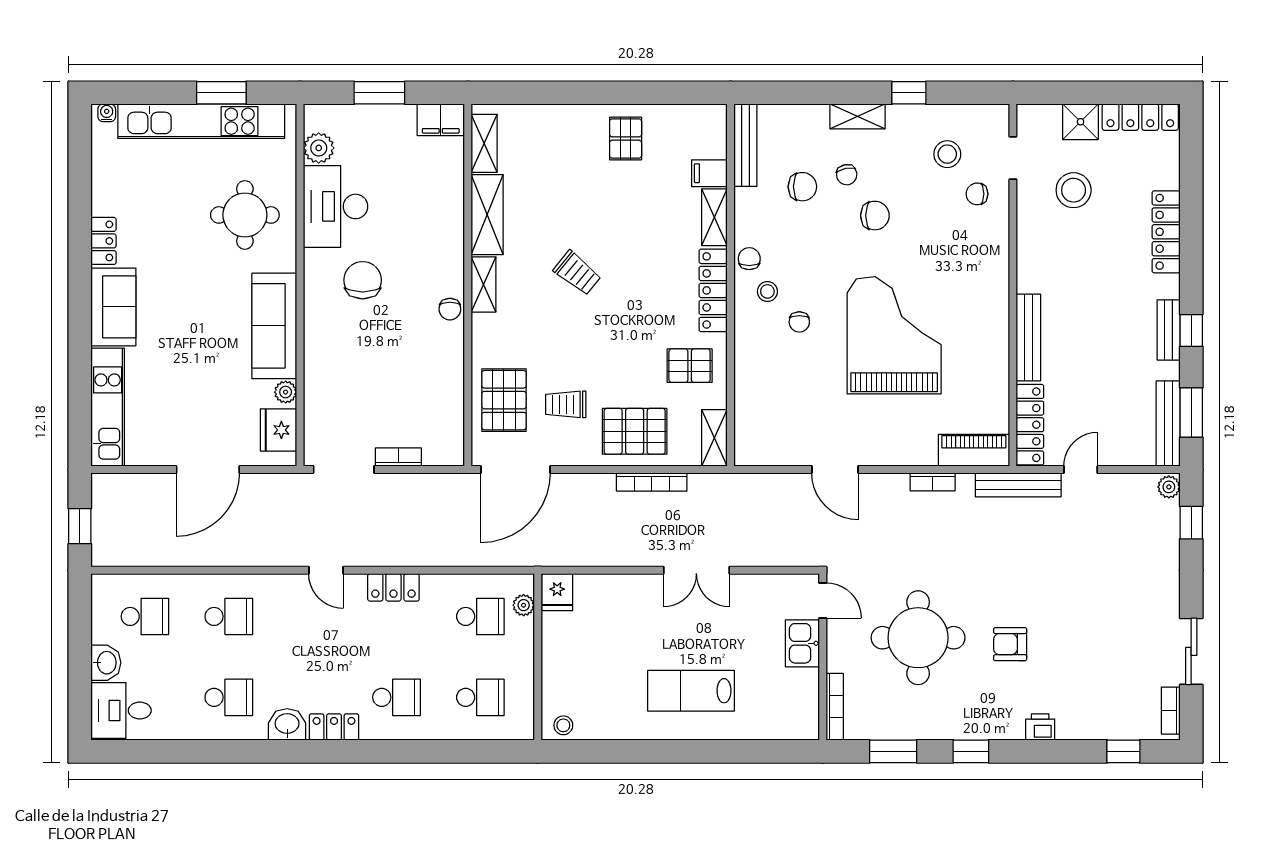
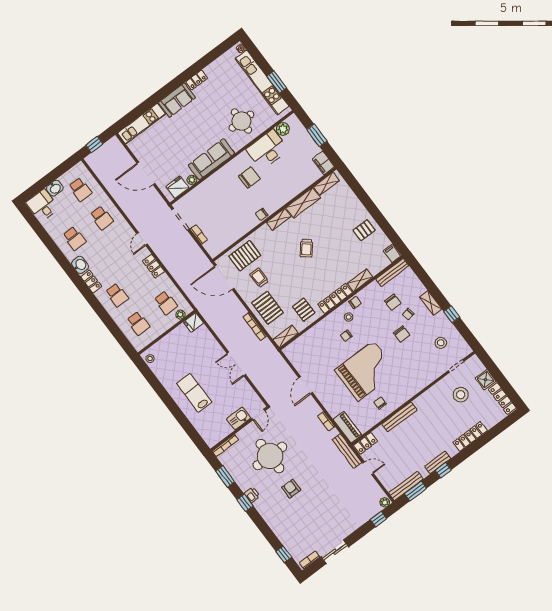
filing cabinet: (709, 173) -> (392, 253), moved
chair: (977, 194) -> (380, 403), moved
locker: (1030, 425) -> (366, 443), width x0.66
printer: (1040, 727) -> (252, 495), moved

